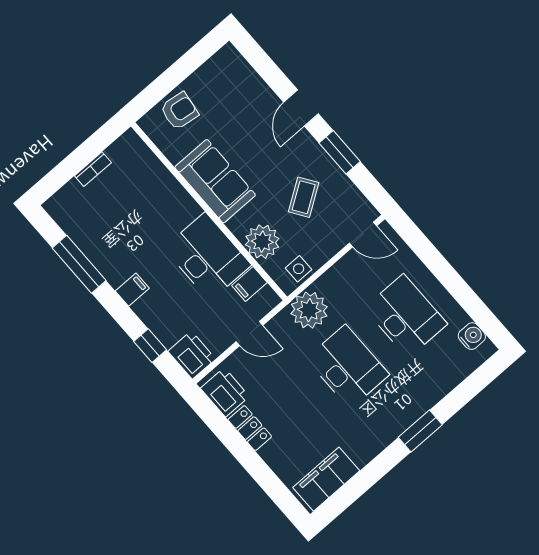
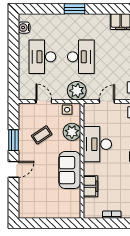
armchair: (179, 111) -> (60, 208), removed
door: (363, 235) -> (44, 101), moved
filing cabinet: (249, 284) -> (91, 186), moved, width x2.00
door: (249, 334) -> (107, 101), hinge flipped
desk: (348, 367) -> (81, 57), turned 180

